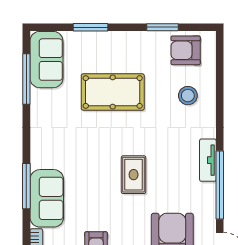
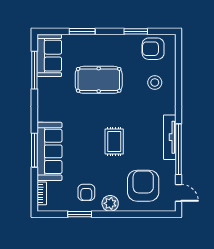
tv unit: (208, 160) -> (170, 137), width x1.41
sofa: (47, 198) -> (50, 151), width x1.36

